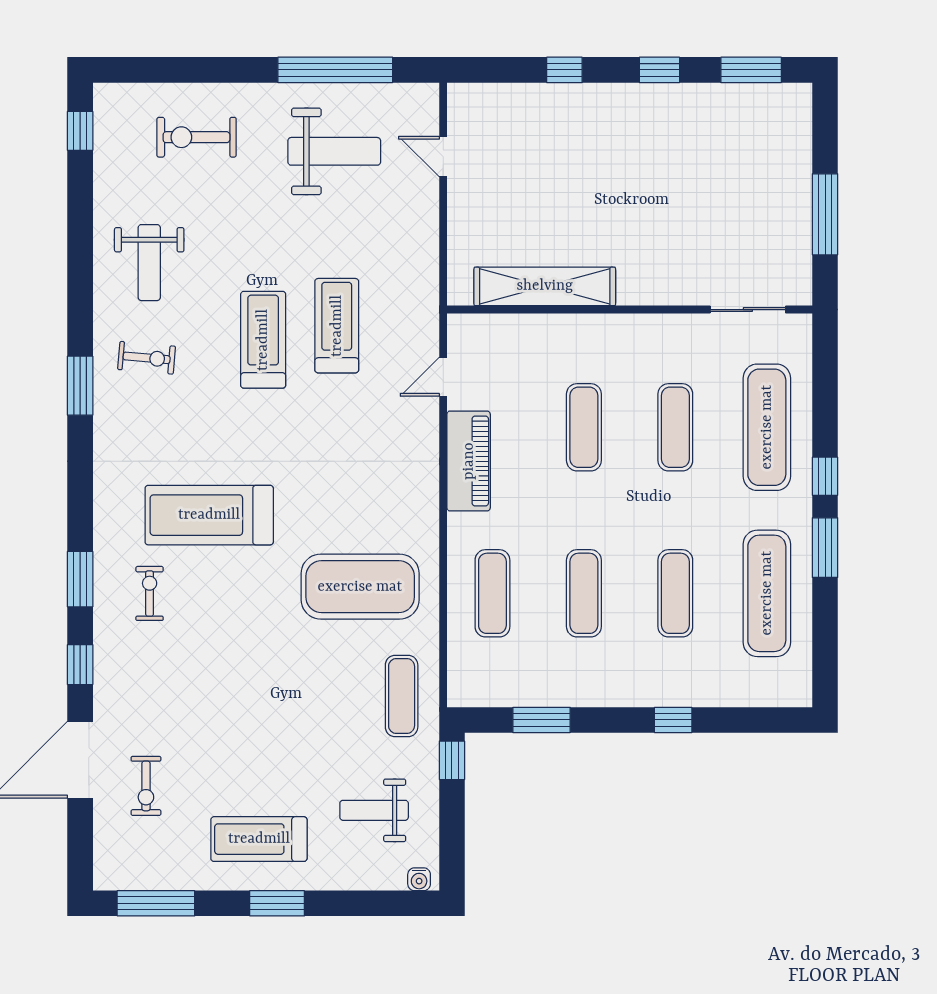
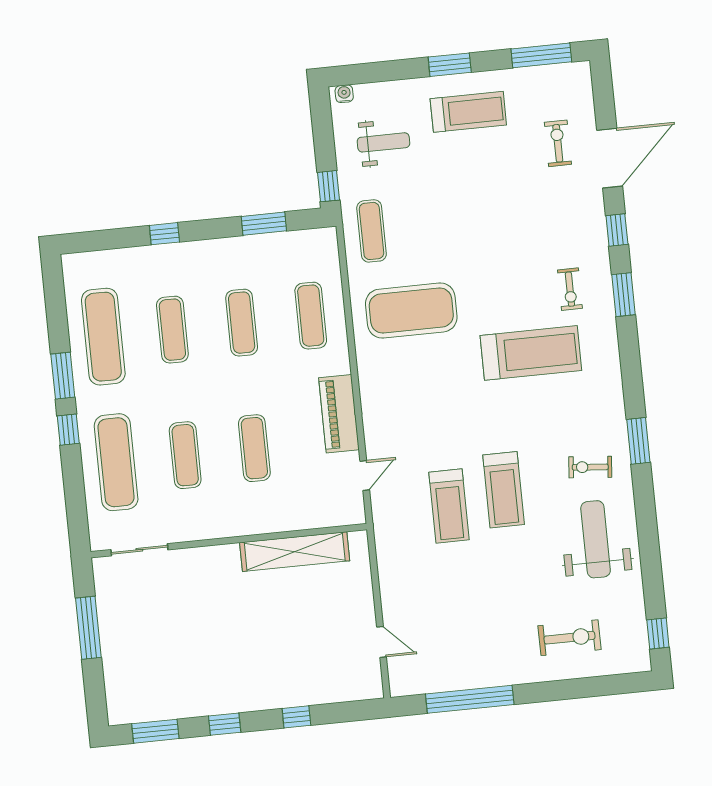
weight bench: (334, 151) -> (464, 638), removed
weight bench: (149, 263) -> (596, 539), width x1.36, depth x1.33

